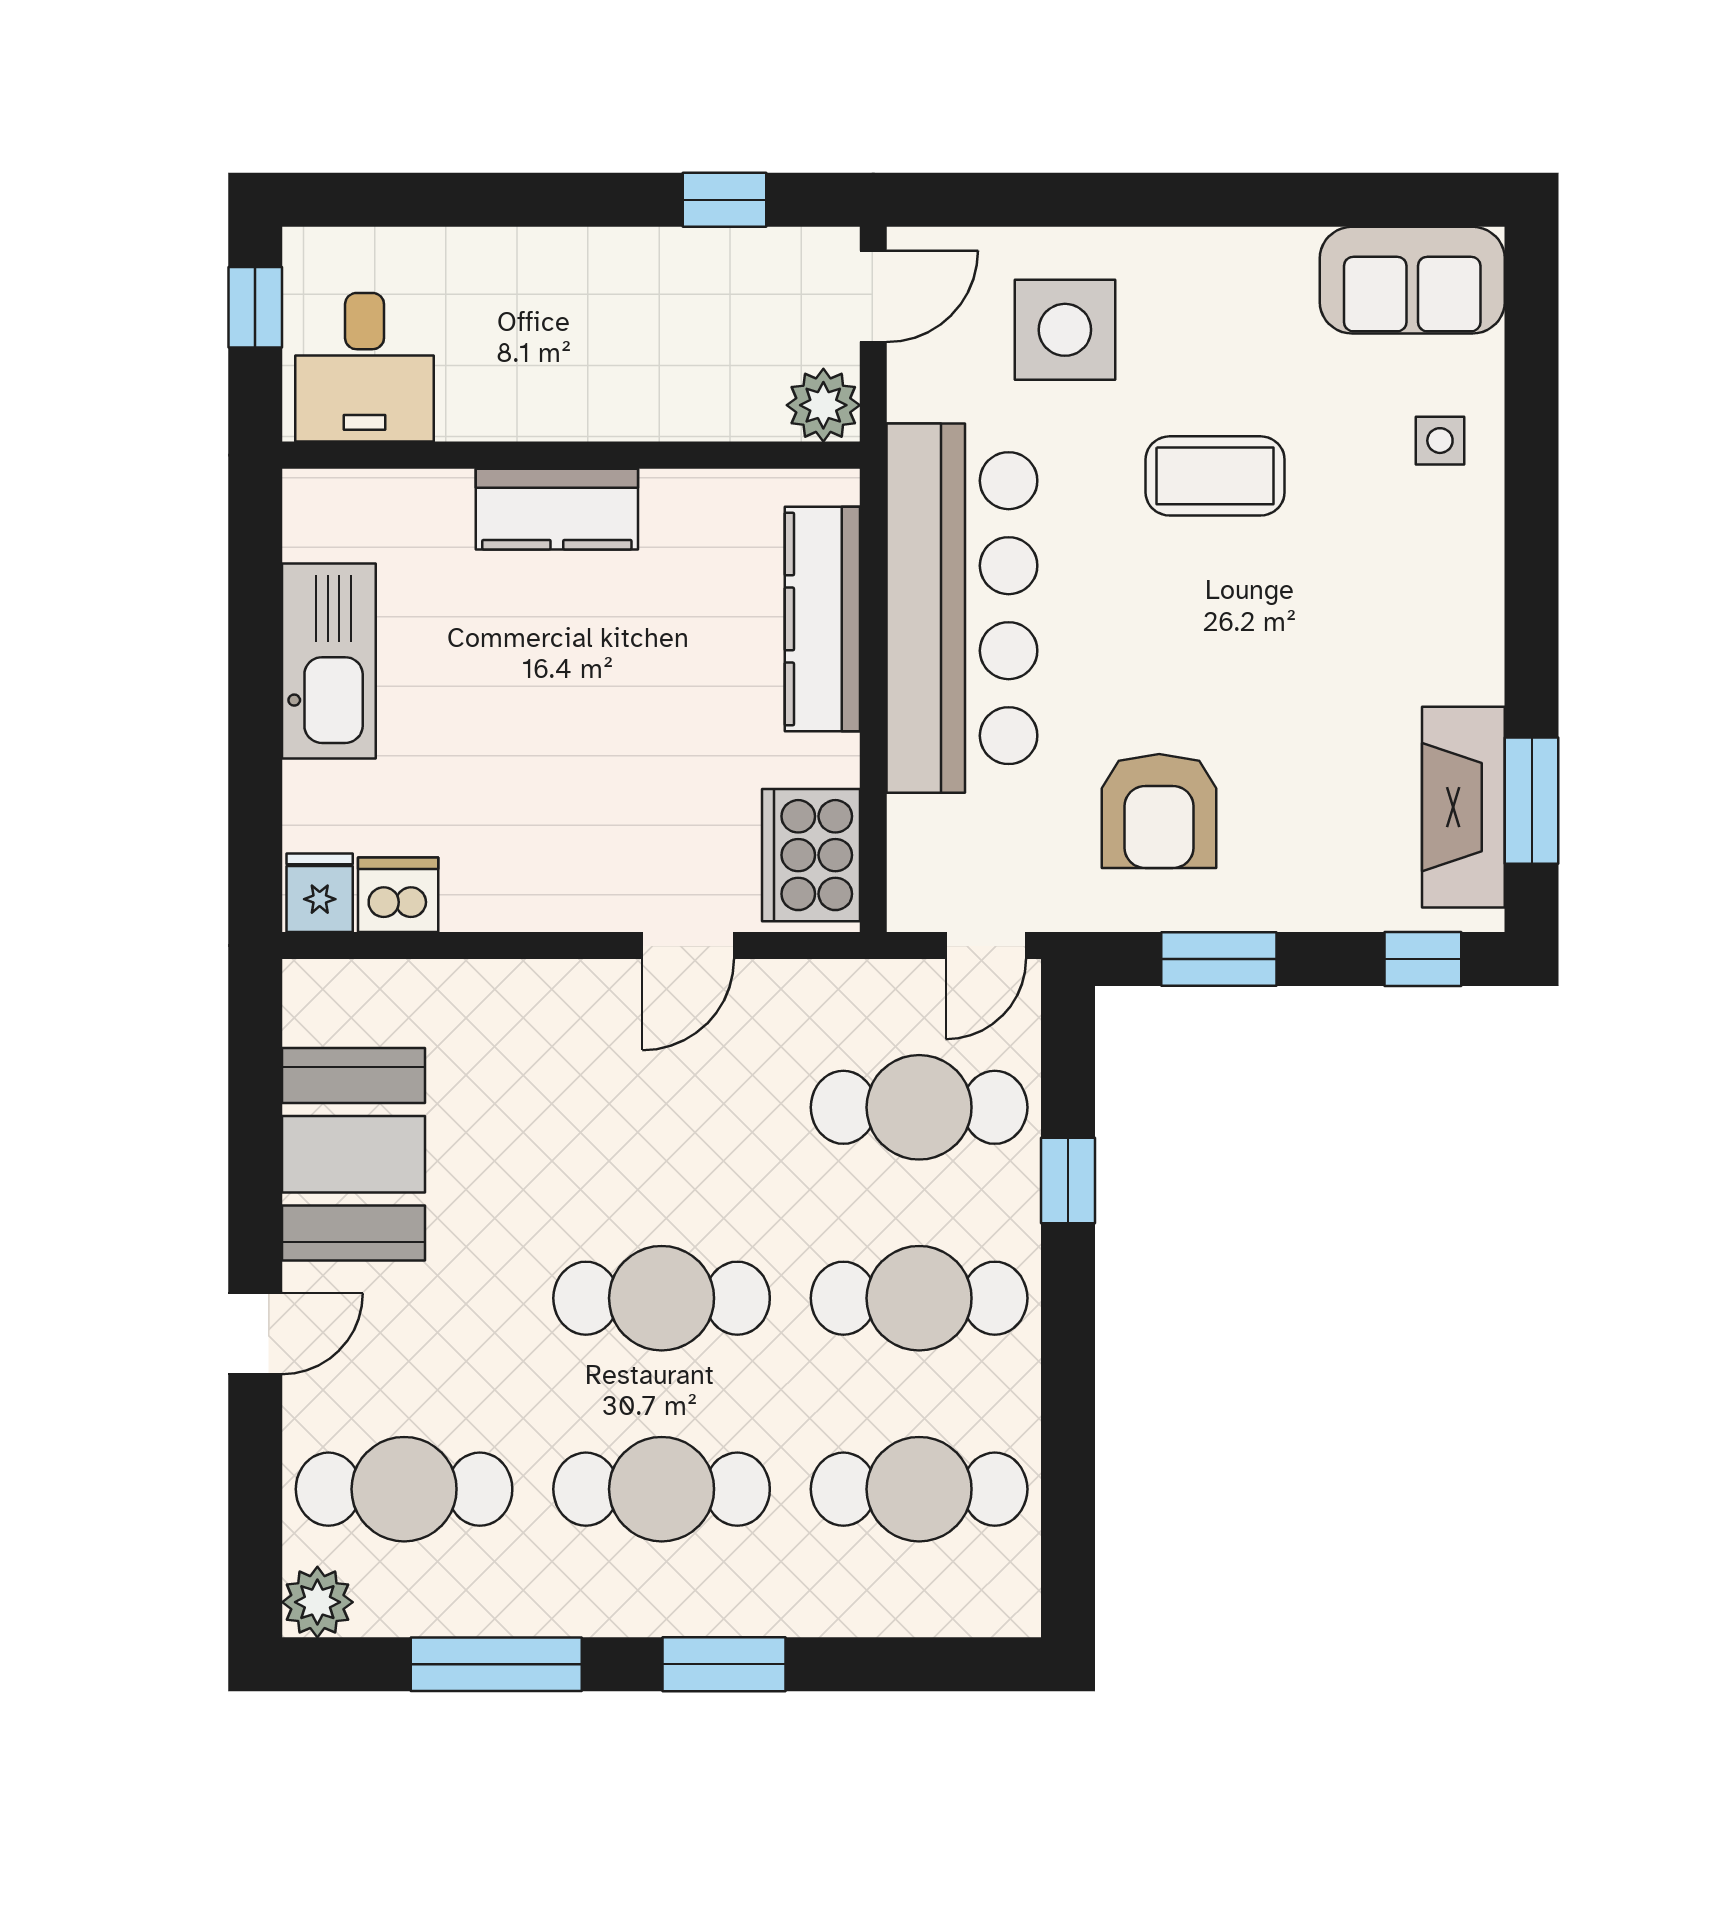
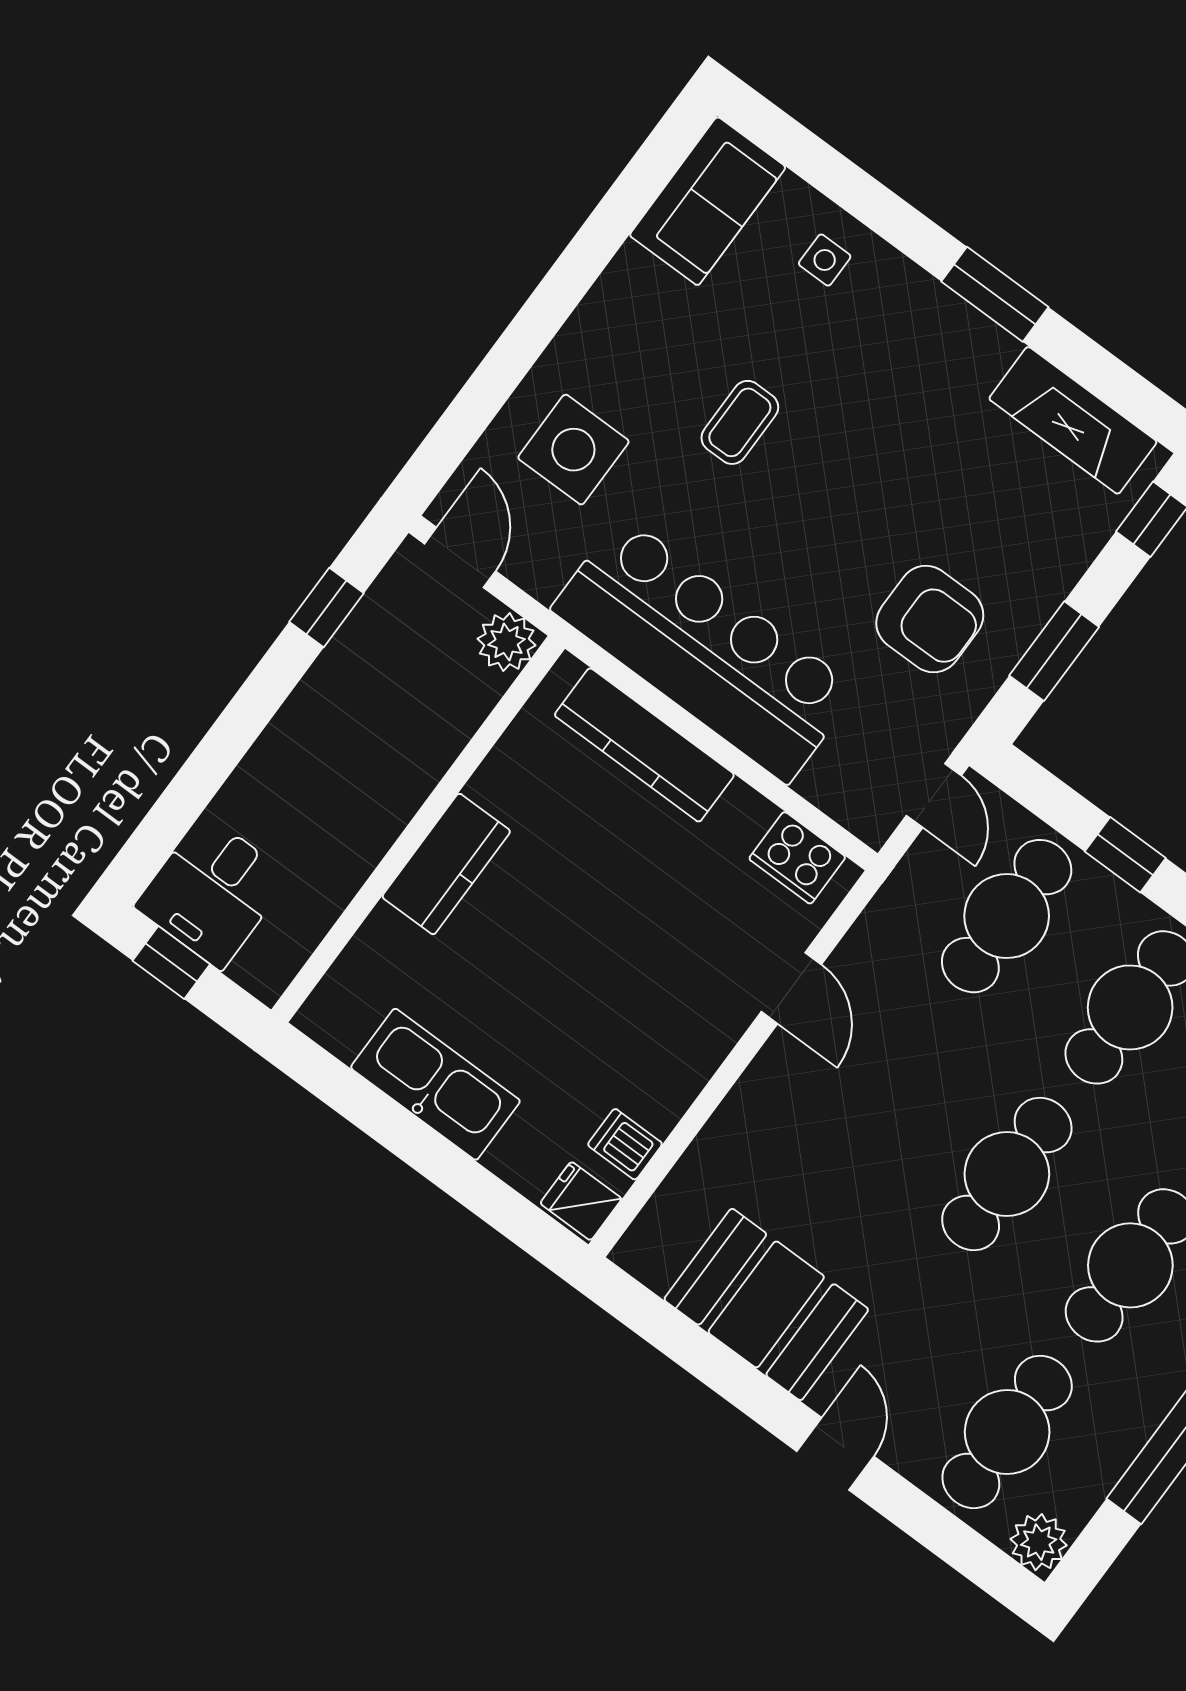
desk: (365, 367) -> (212, 892), moved, turned 90
coffee table: (1215, 476) -> (740, 422), width x0.73, depth x0.77
window: (1532, 801) -> (995, 294), moved
cooker: (811, 855) -> (797, 858), width x0.73, depth x0.76
dishwasher: (398, 895) -> (625, 1144), width x0.73

